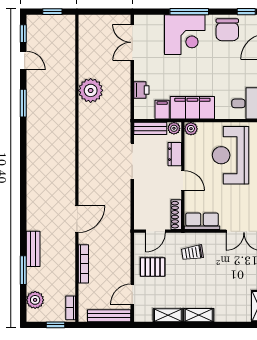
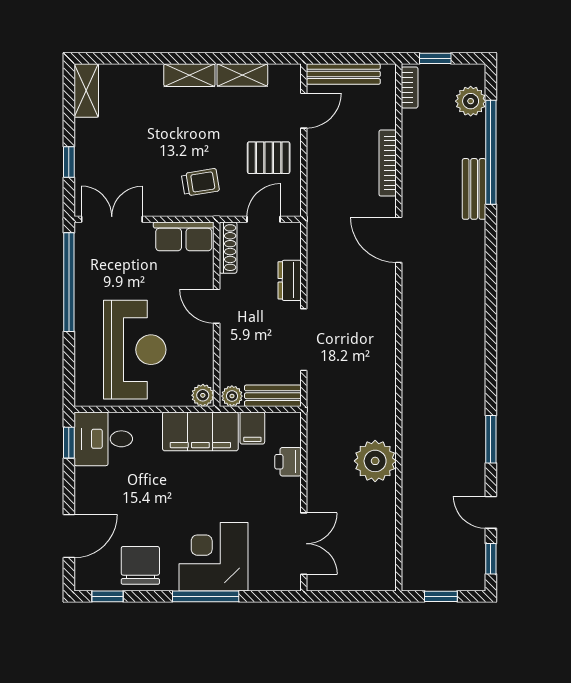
dresser: (175, 154) -> (290, 280), moved, turned 180
door: (77, 219) -> (399, 240), hinge flipped
window: (23, 270) -> (491, 152), width x2.11

